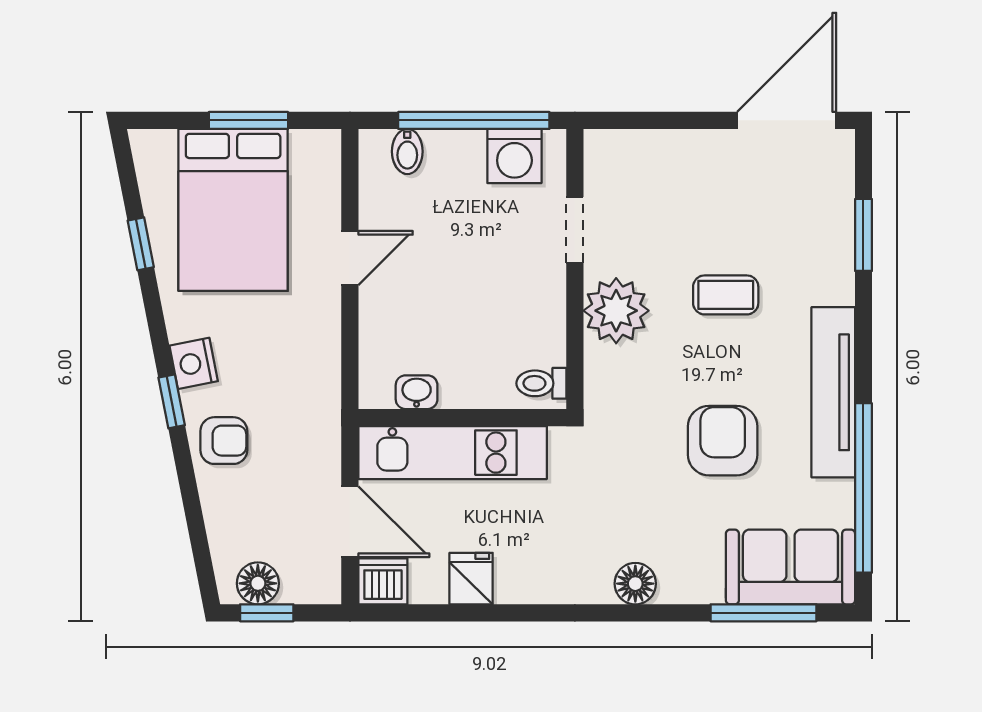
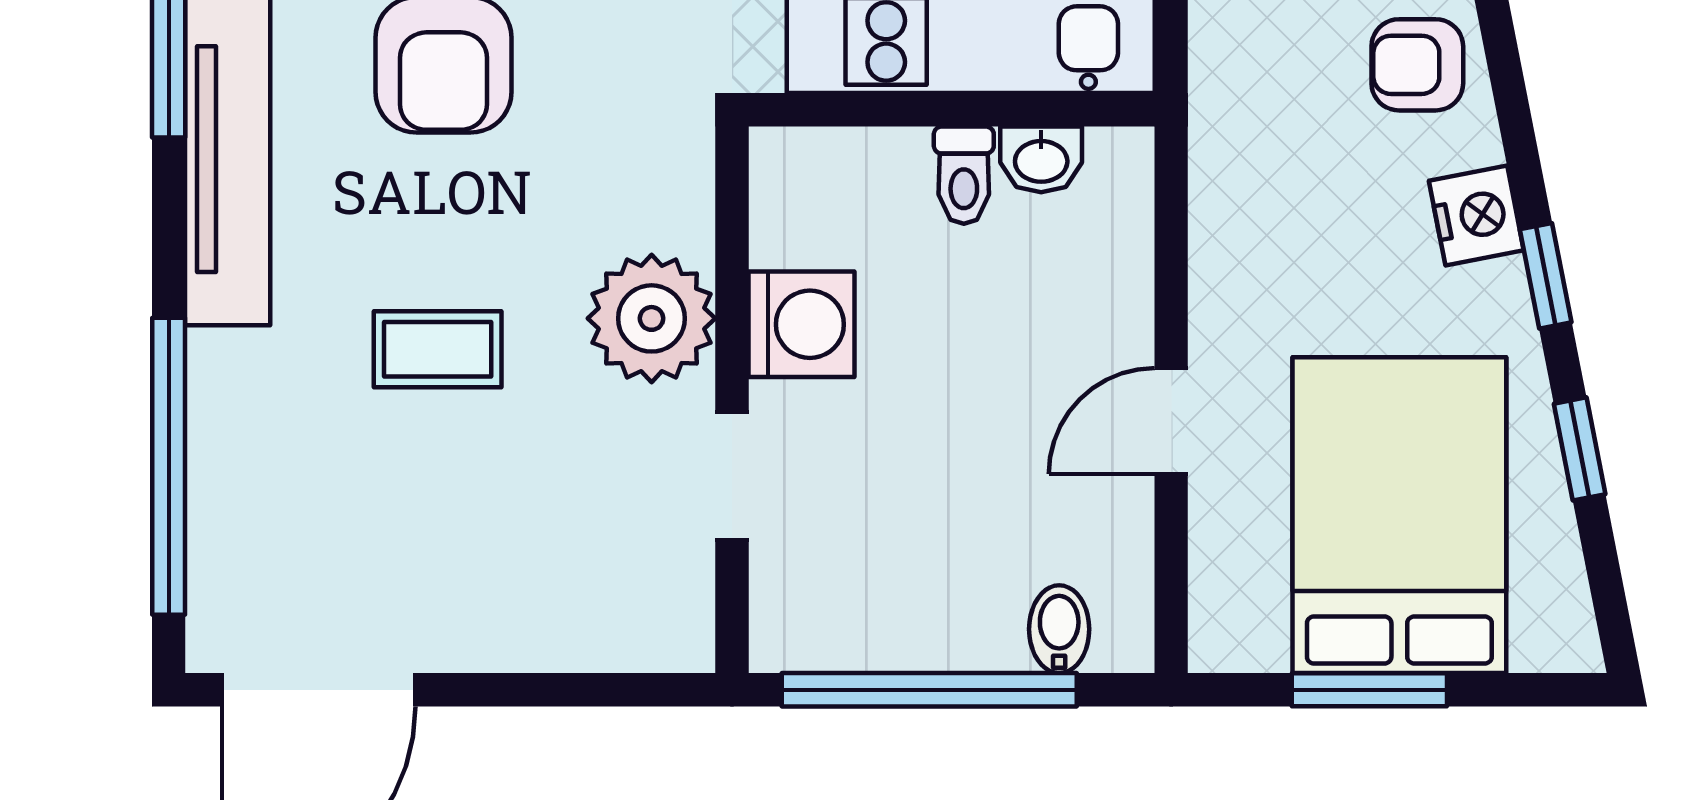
washing machine: (514, 156) -> (801, 324), moved, turned 90
window: (863, 235) -> (169, 466), width x2.11
toilet: (541, 383) -> (964, 175), moved, turned 90
window: (172, 401) -> (1546, 276), moved

